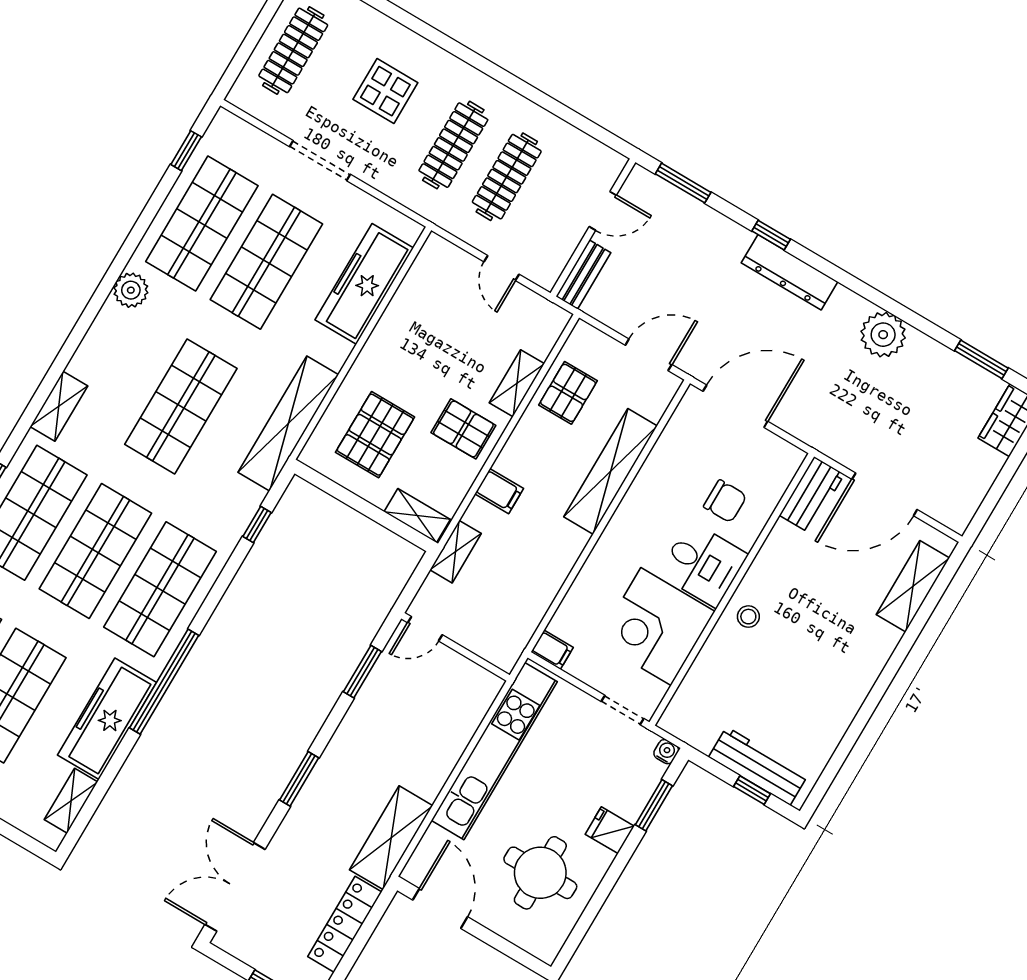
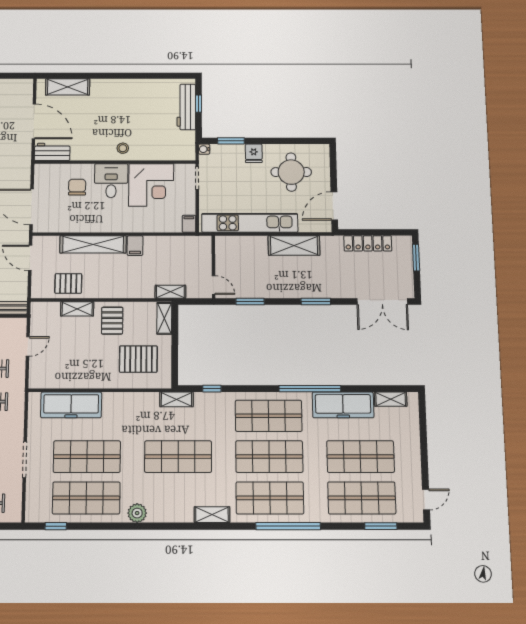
shelving: (288, 423) -> (176, 399), width x0.45, depth x0.75
filing cabinet: (499, 491) -> (135, 246), moved, turned 180
shelving: (391, 838) -> (294, 245), moved

